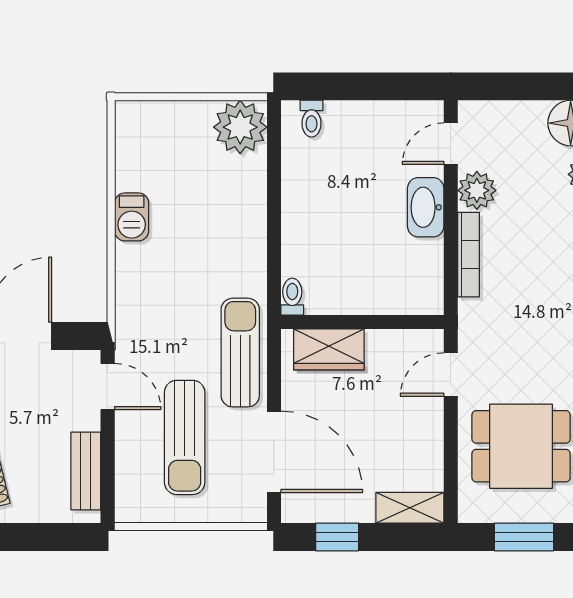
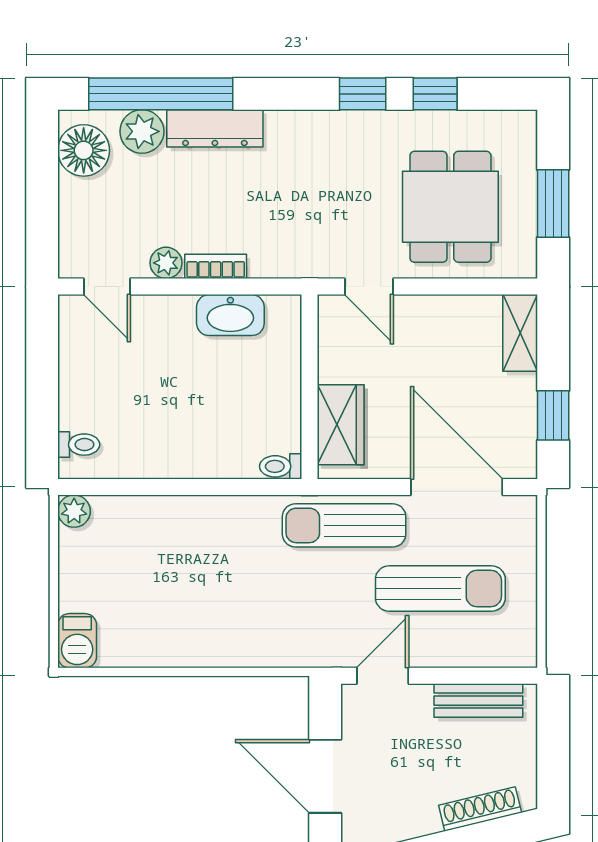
plant: (240, 127) -> (74, 511), width x0.53, depth x0.53
plant: (477, 190) -> (166, 263), width x0.73, depth x0.73
washbasin: (426, 207) -> (230, 315), moved
barbecue: (132, 217) -> (77, 641), moved, turned 90
bookcase: (468, 255) -> (216, 266), width x0.64
door: (274, 452) -> (457, 487), hinge flipped

